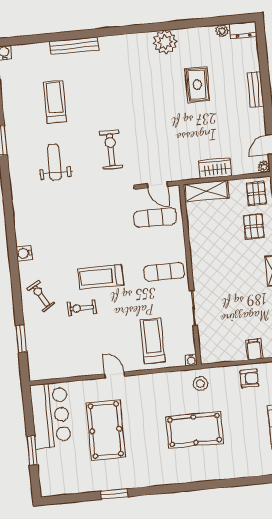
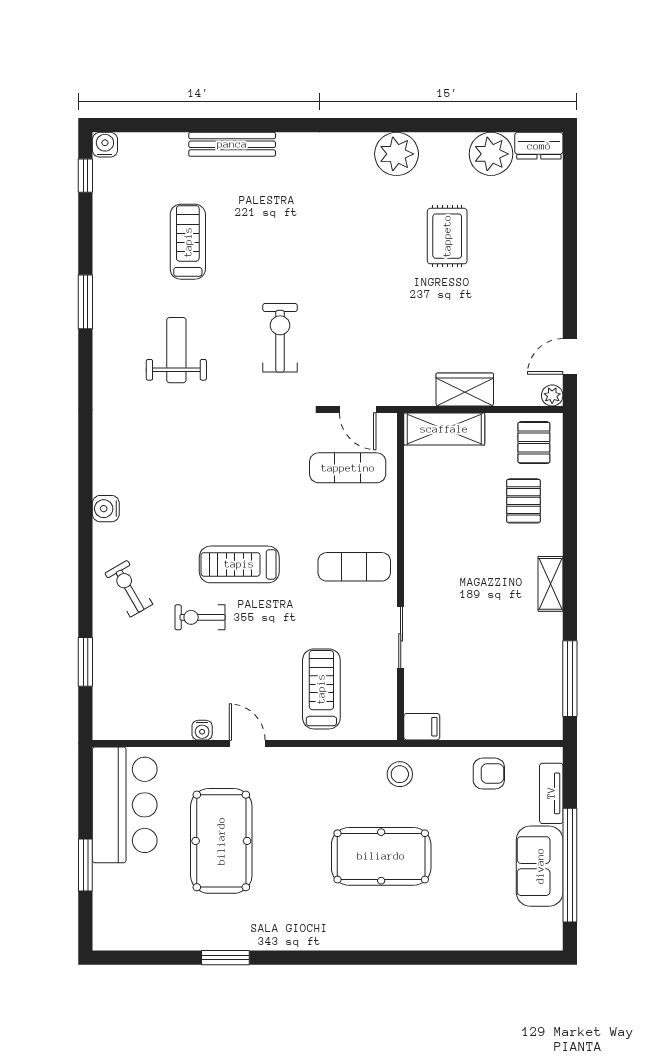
plant: (222, 31) -> (491, 154), width x1.87, depth x1.87
bench: (256, 89) -> (551, 255), removed
filing cabinet: (254, 349) -> (422, 727), moved, turned 90
water cooler: (191, 360) -> (202, 730), moved

